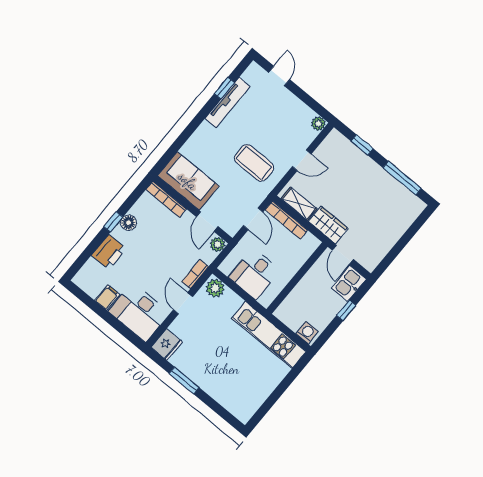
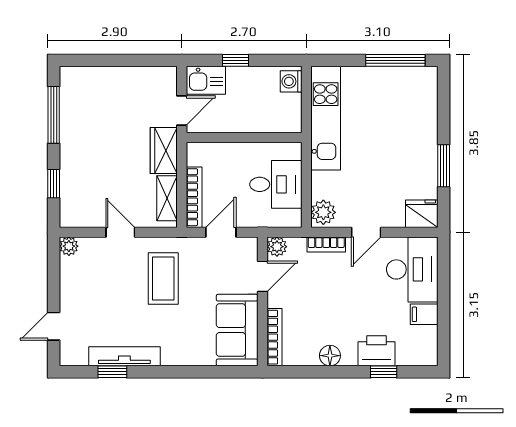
window: (113, 222) -> (384, 372), moved
window: (269, 403) -> (395, 60), added

